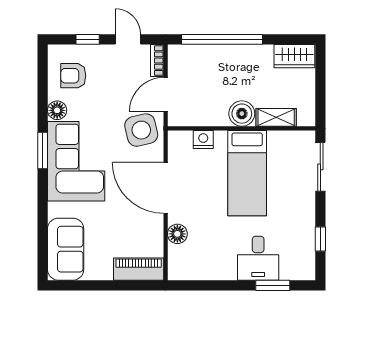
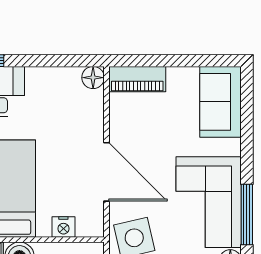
window: (43, 150) -> (247, 214), width x1.44
floor lamp: (177, 234) -> (93, 78), moved

